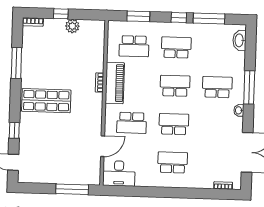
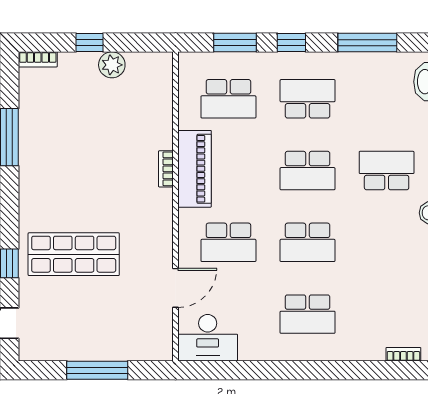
window: (179, 18) -> (291, 43), moved
school desk: (175, 86) -> (308, 171), turned 180
shop shelf: (46, 101) -> (74, 254), moved
school desk: (174, 124) -> (308, 242), turned 180
school desk: (173, 162) -> (308, 314), turned 180
window: (72, 189) -> (97, 370), moved

